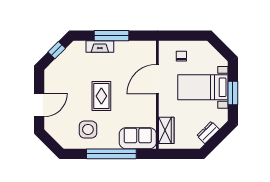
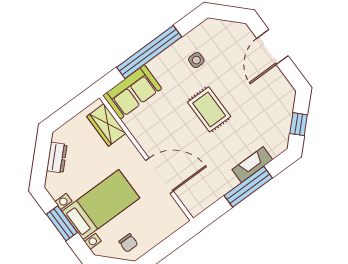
chair: (181, 56) -> (128, 243), moved
door: (157, 79) -> (159, 176), hinge flipped
side table: (88, 129) -> (196, 60), width x0.54, depth x0.54

